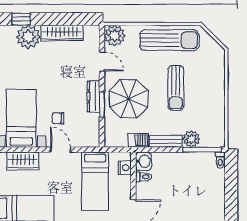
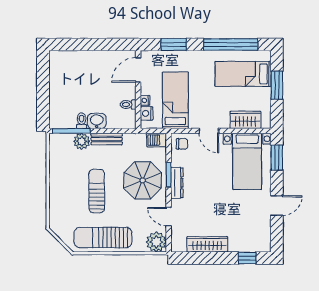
plant: (28, 37) -> (240, 241), removed
chair: (58, 118) -> (182, 144), moved
barbecue: (138, 140) -> (157, 140), moved
toilet: (220, 160) -> (82, 121), moved
washbasin: (143, 161) -> (97, 121), moved, turned 90
nightstand: (126, 181) -> (145, 100), added

